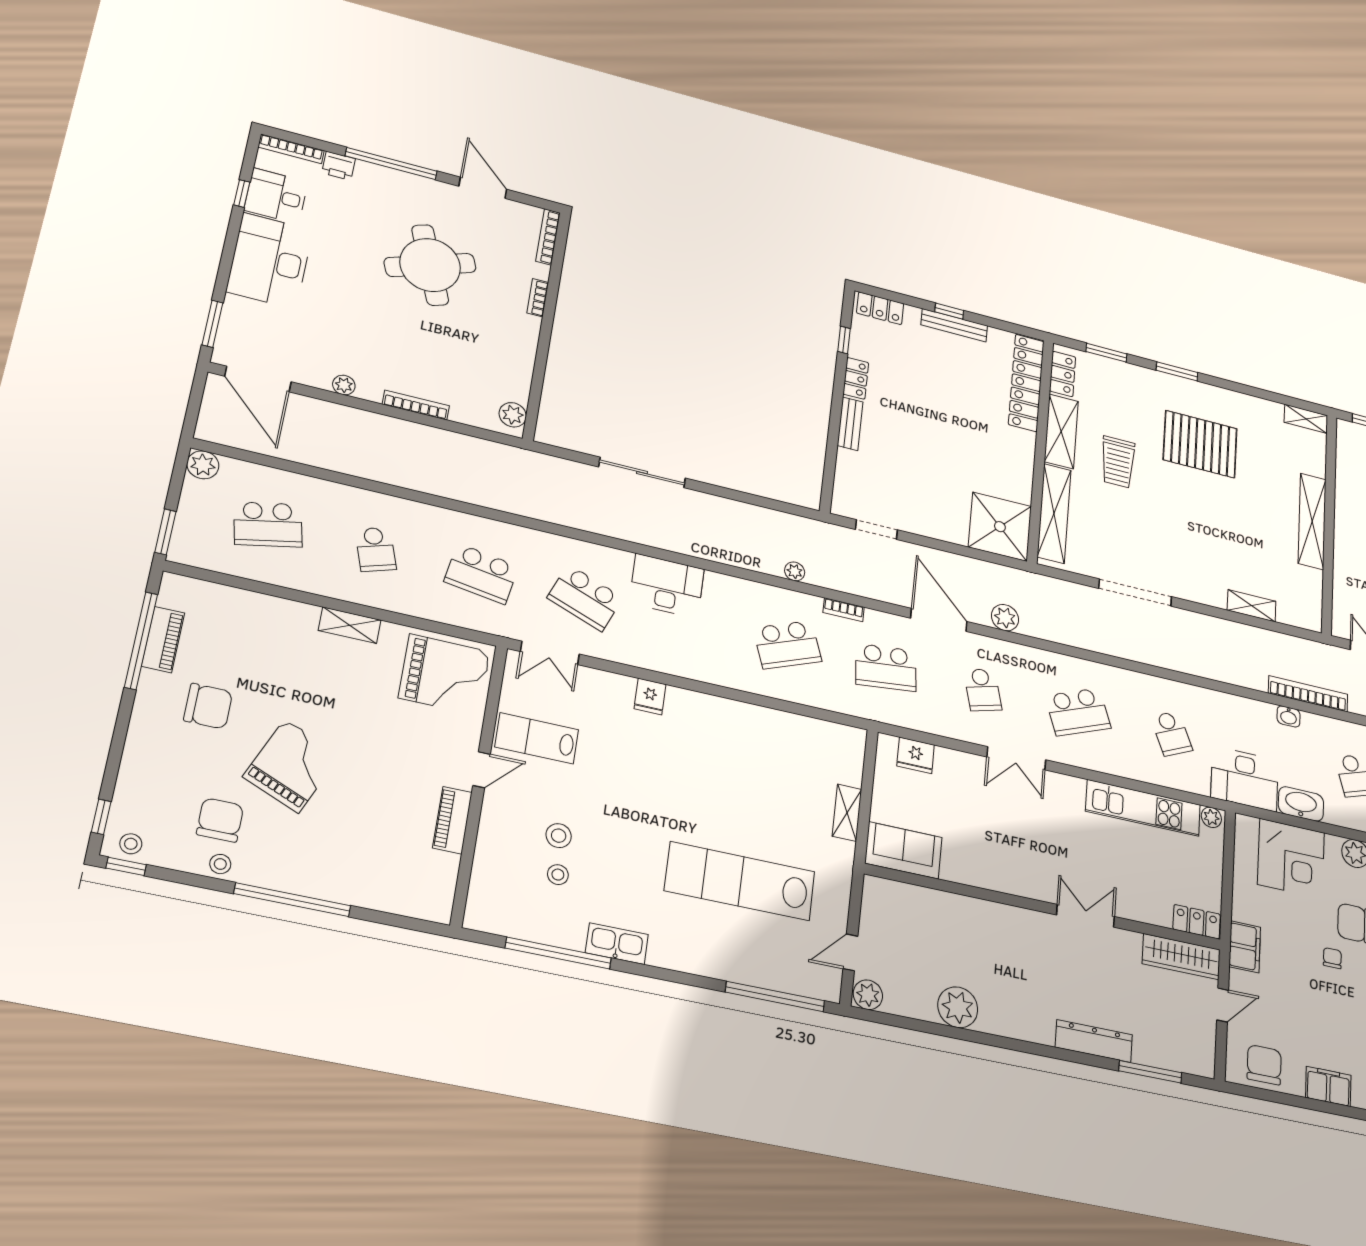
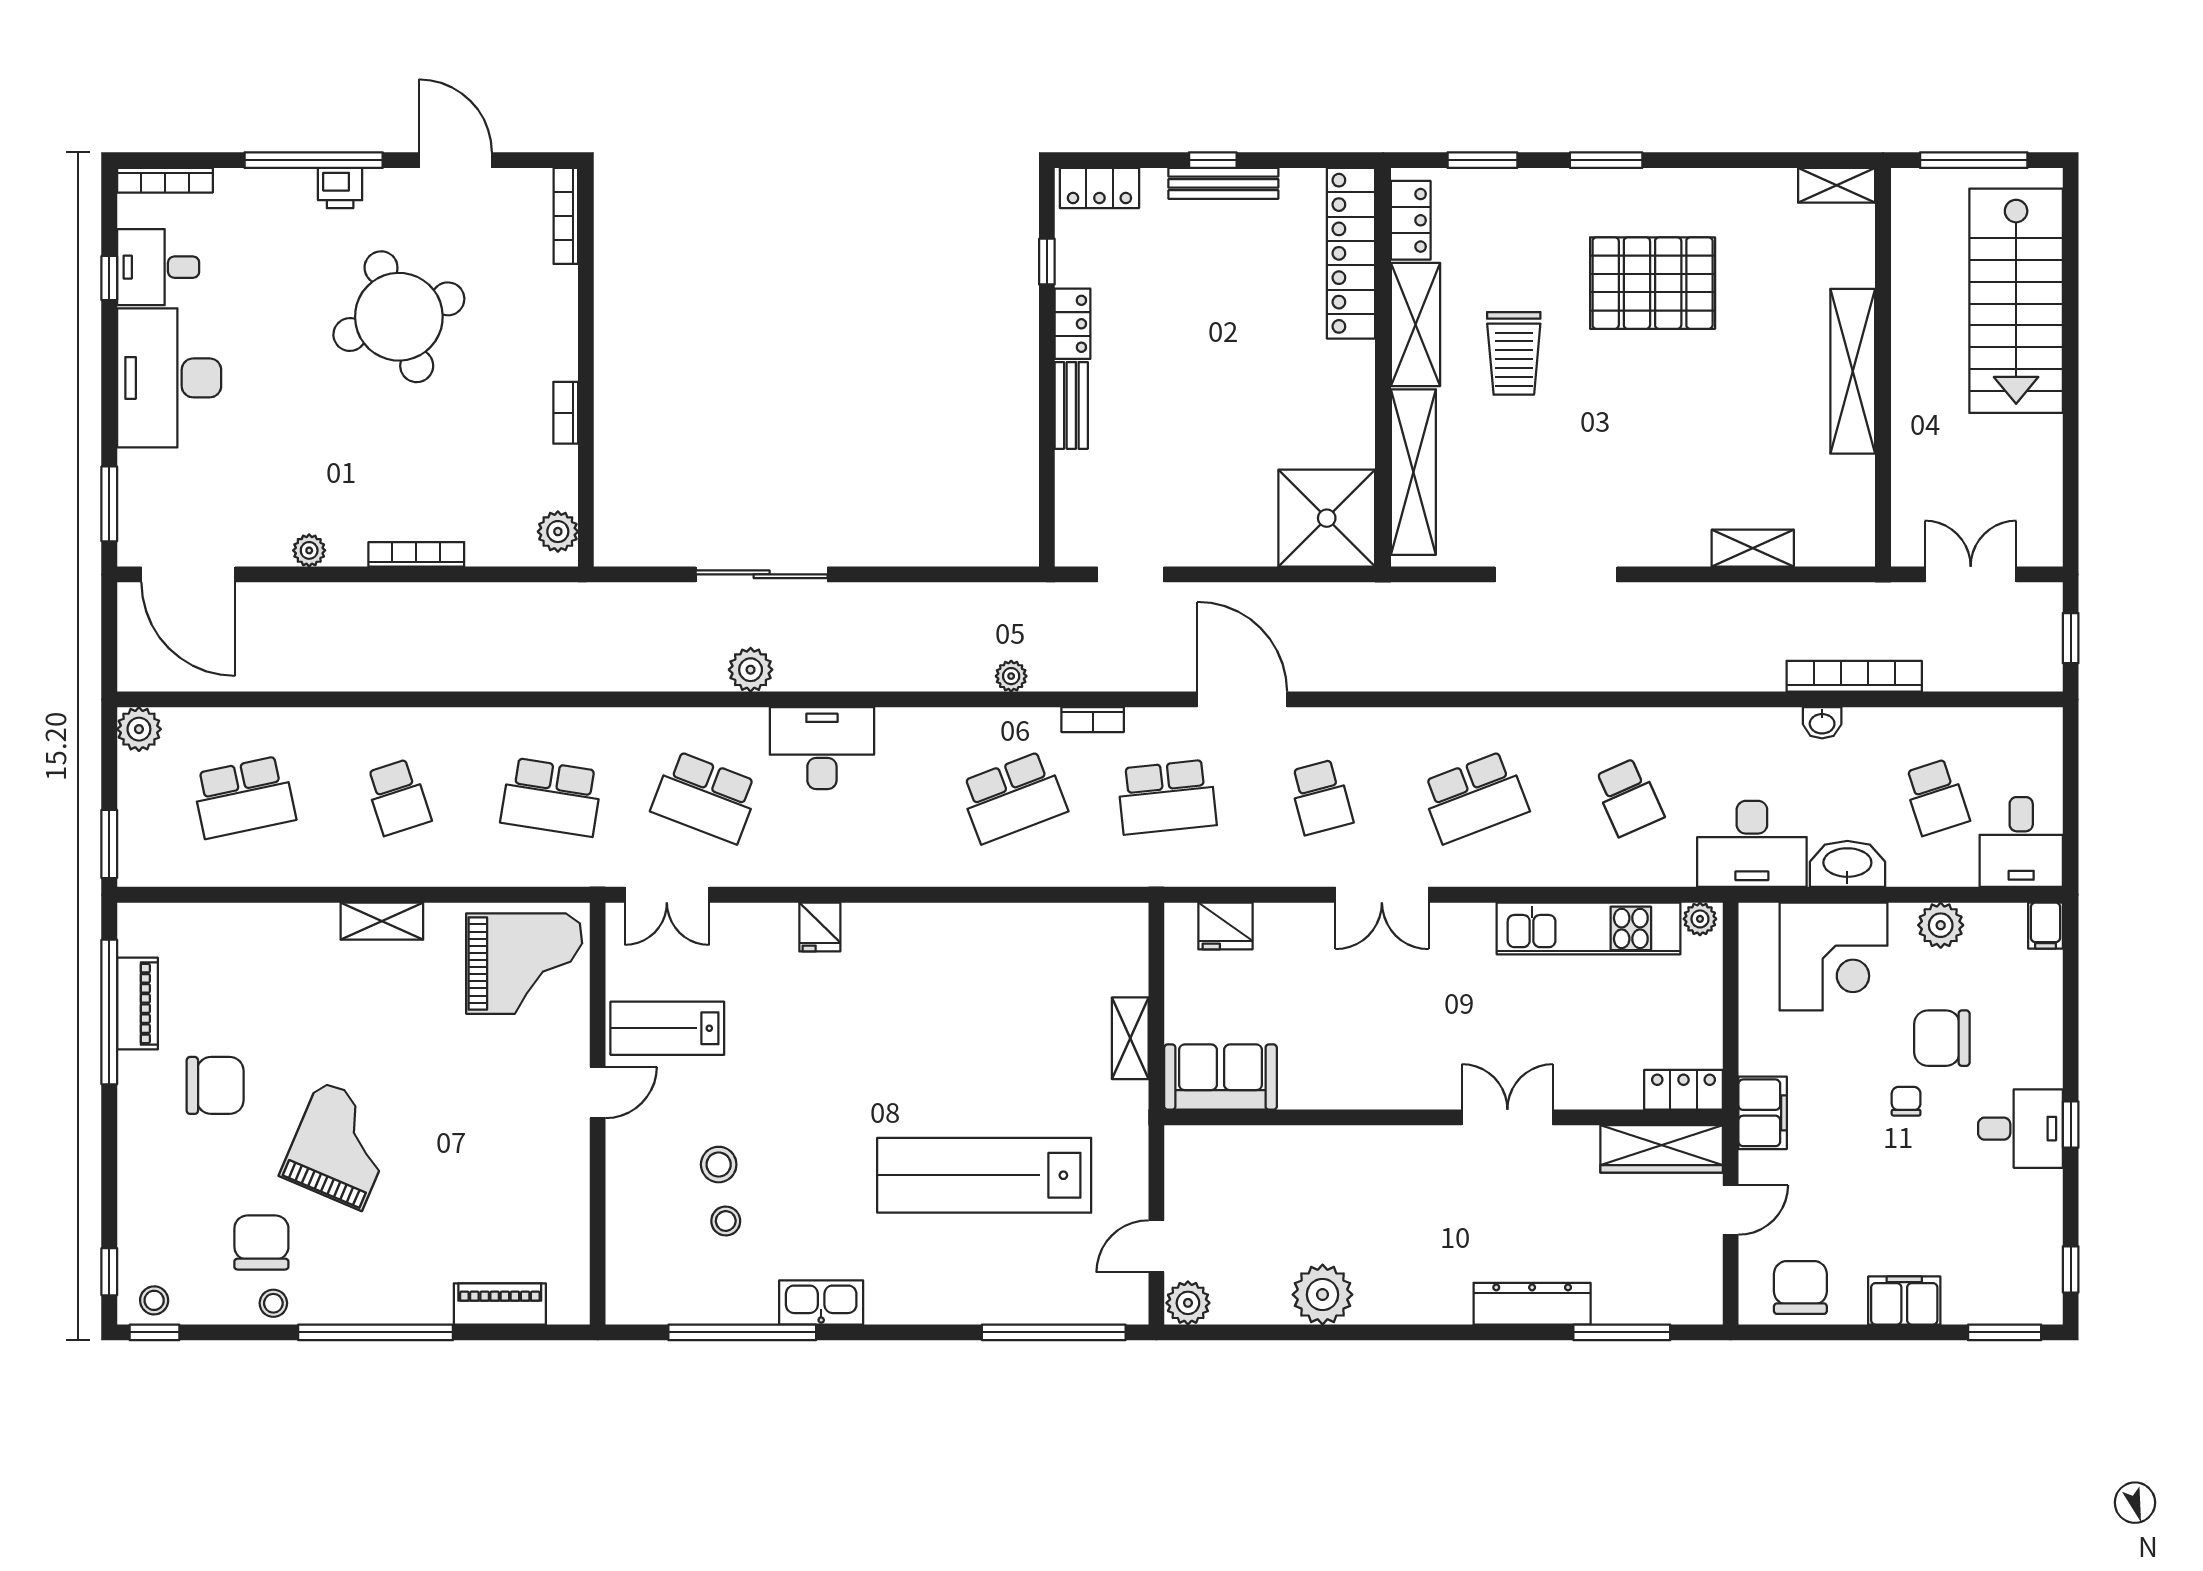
printer: (339, 166) -> (340, 188), moved
bookcase: (538, 298) -> (566, 413), moved
plant: (1005, 618) -> (751, 670), moved
piano: (452, 820) -> (500, 1304), moved, turned 90

